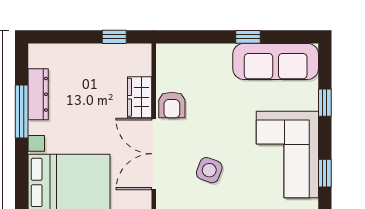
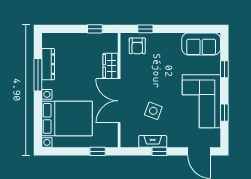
window: (248, 37) -> (145, 29), moved
sofa: (276, 61) -> (201, 44), width x0.73
armchair: (172, 105) -> (137, 46), moved

